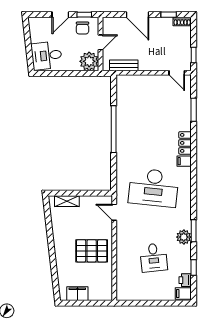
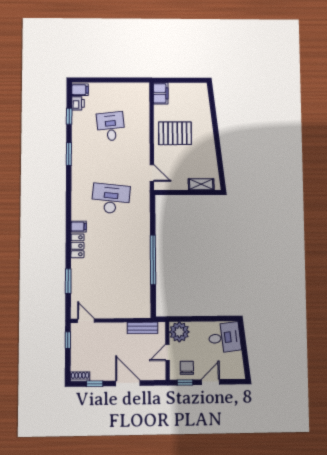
desk: (154, 188) -> (111, 199), width x0.73, depth x0.77
plant: (184, 237) -> (79, 148), removed
filing cabinet: (77, 294) -> (161, 93), moved, turned -90

